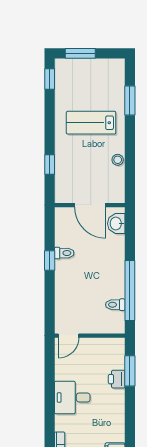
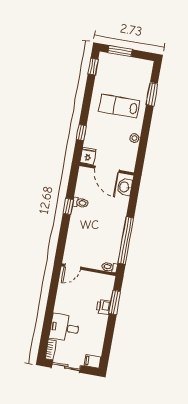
fridge: (63, 193) -> (88, 156), added
toilet: (115, 305) -> (110, 267), moved
desk: (72, 398) -> (65, 328), moved

